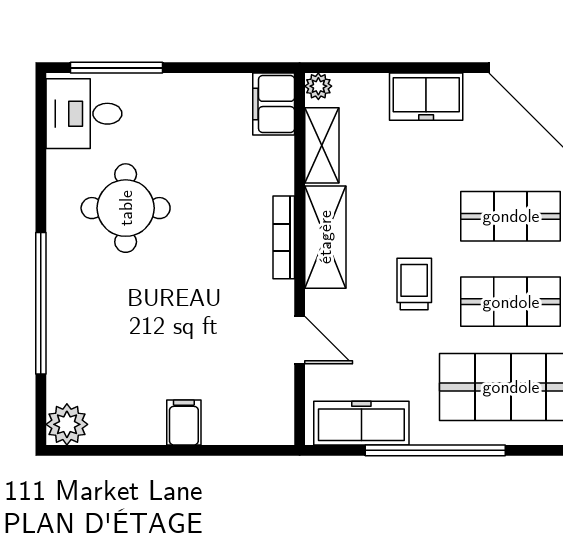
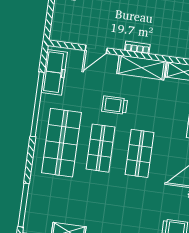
bookcase: (284, 237) -> (137, 48), width x0.64
trolley: (414, 284) -> (115, 105), turned 180

